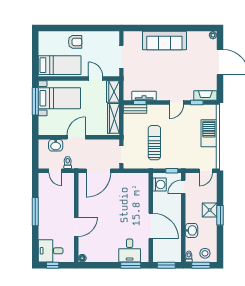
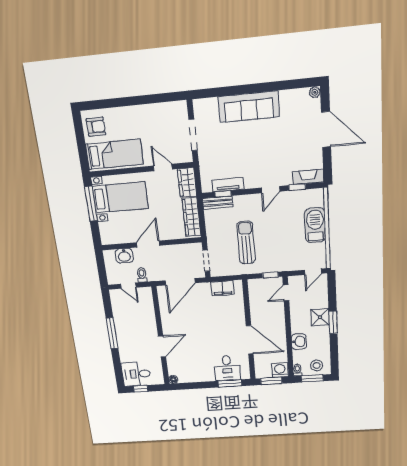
armchair: (75, 42) -> (96, 127), moved
filing cabinet: (132, 179) -> (222, 288), added
washing machine: (160, 185) -> (280, 370), moved, turned -90

